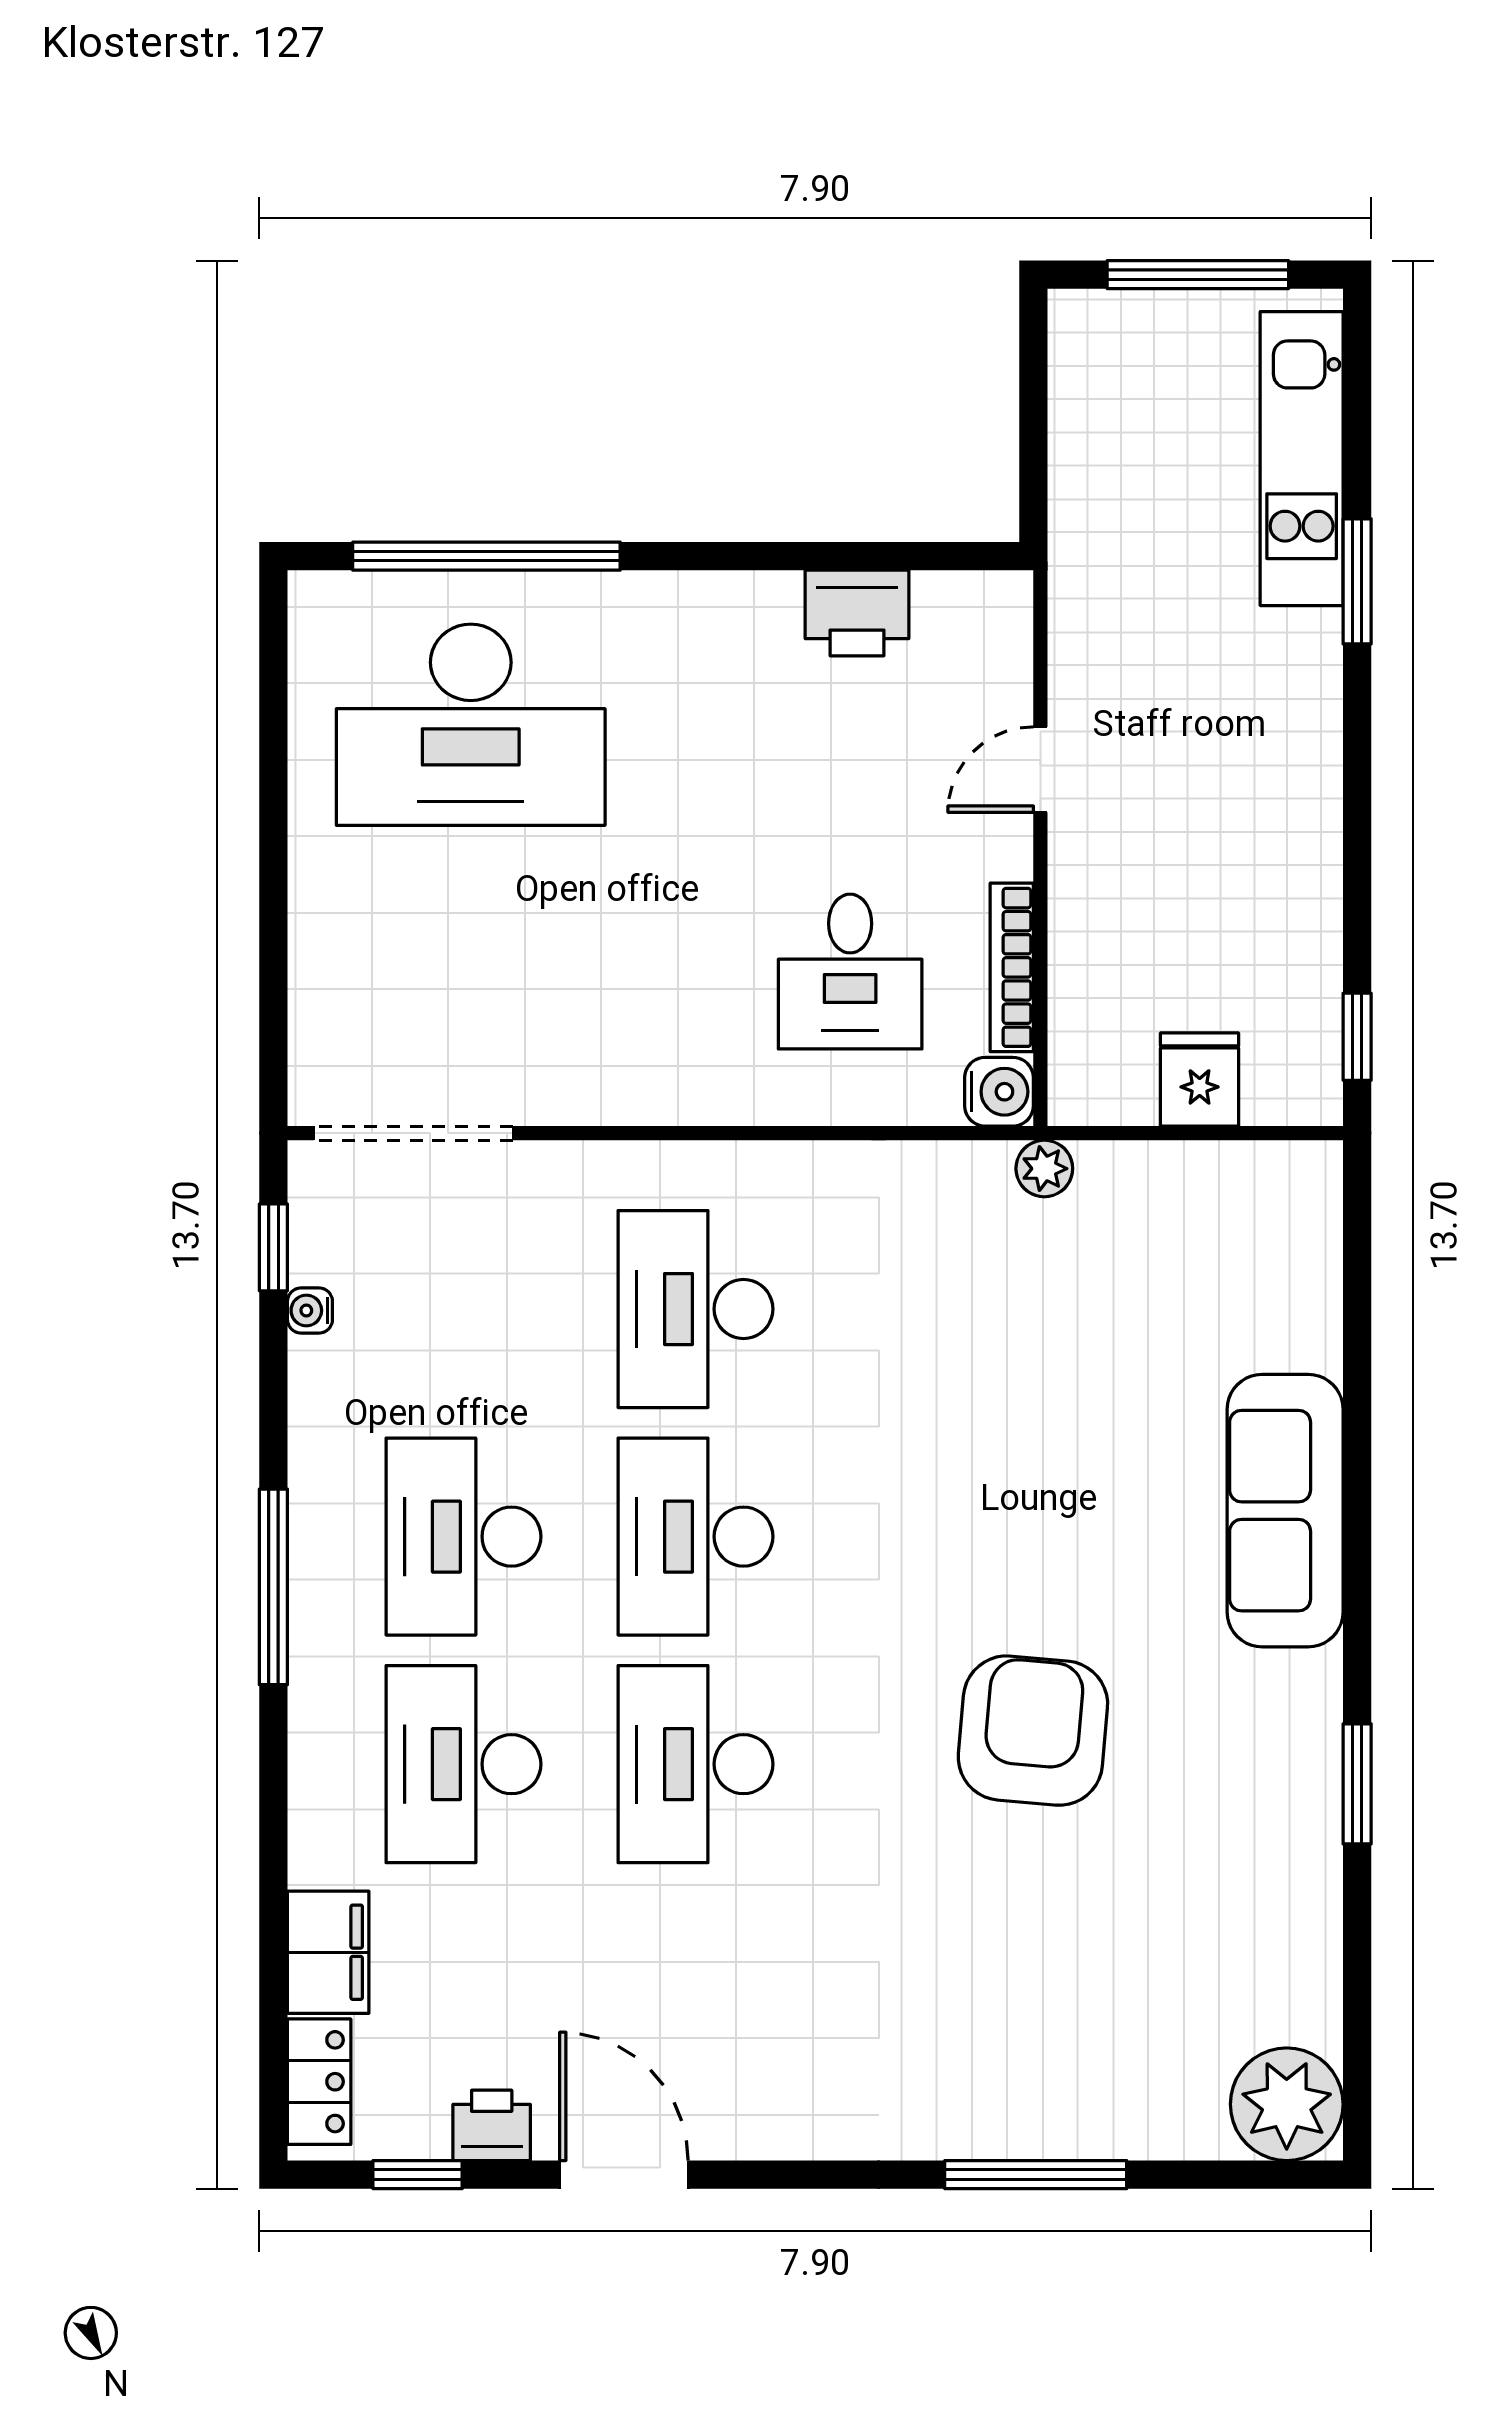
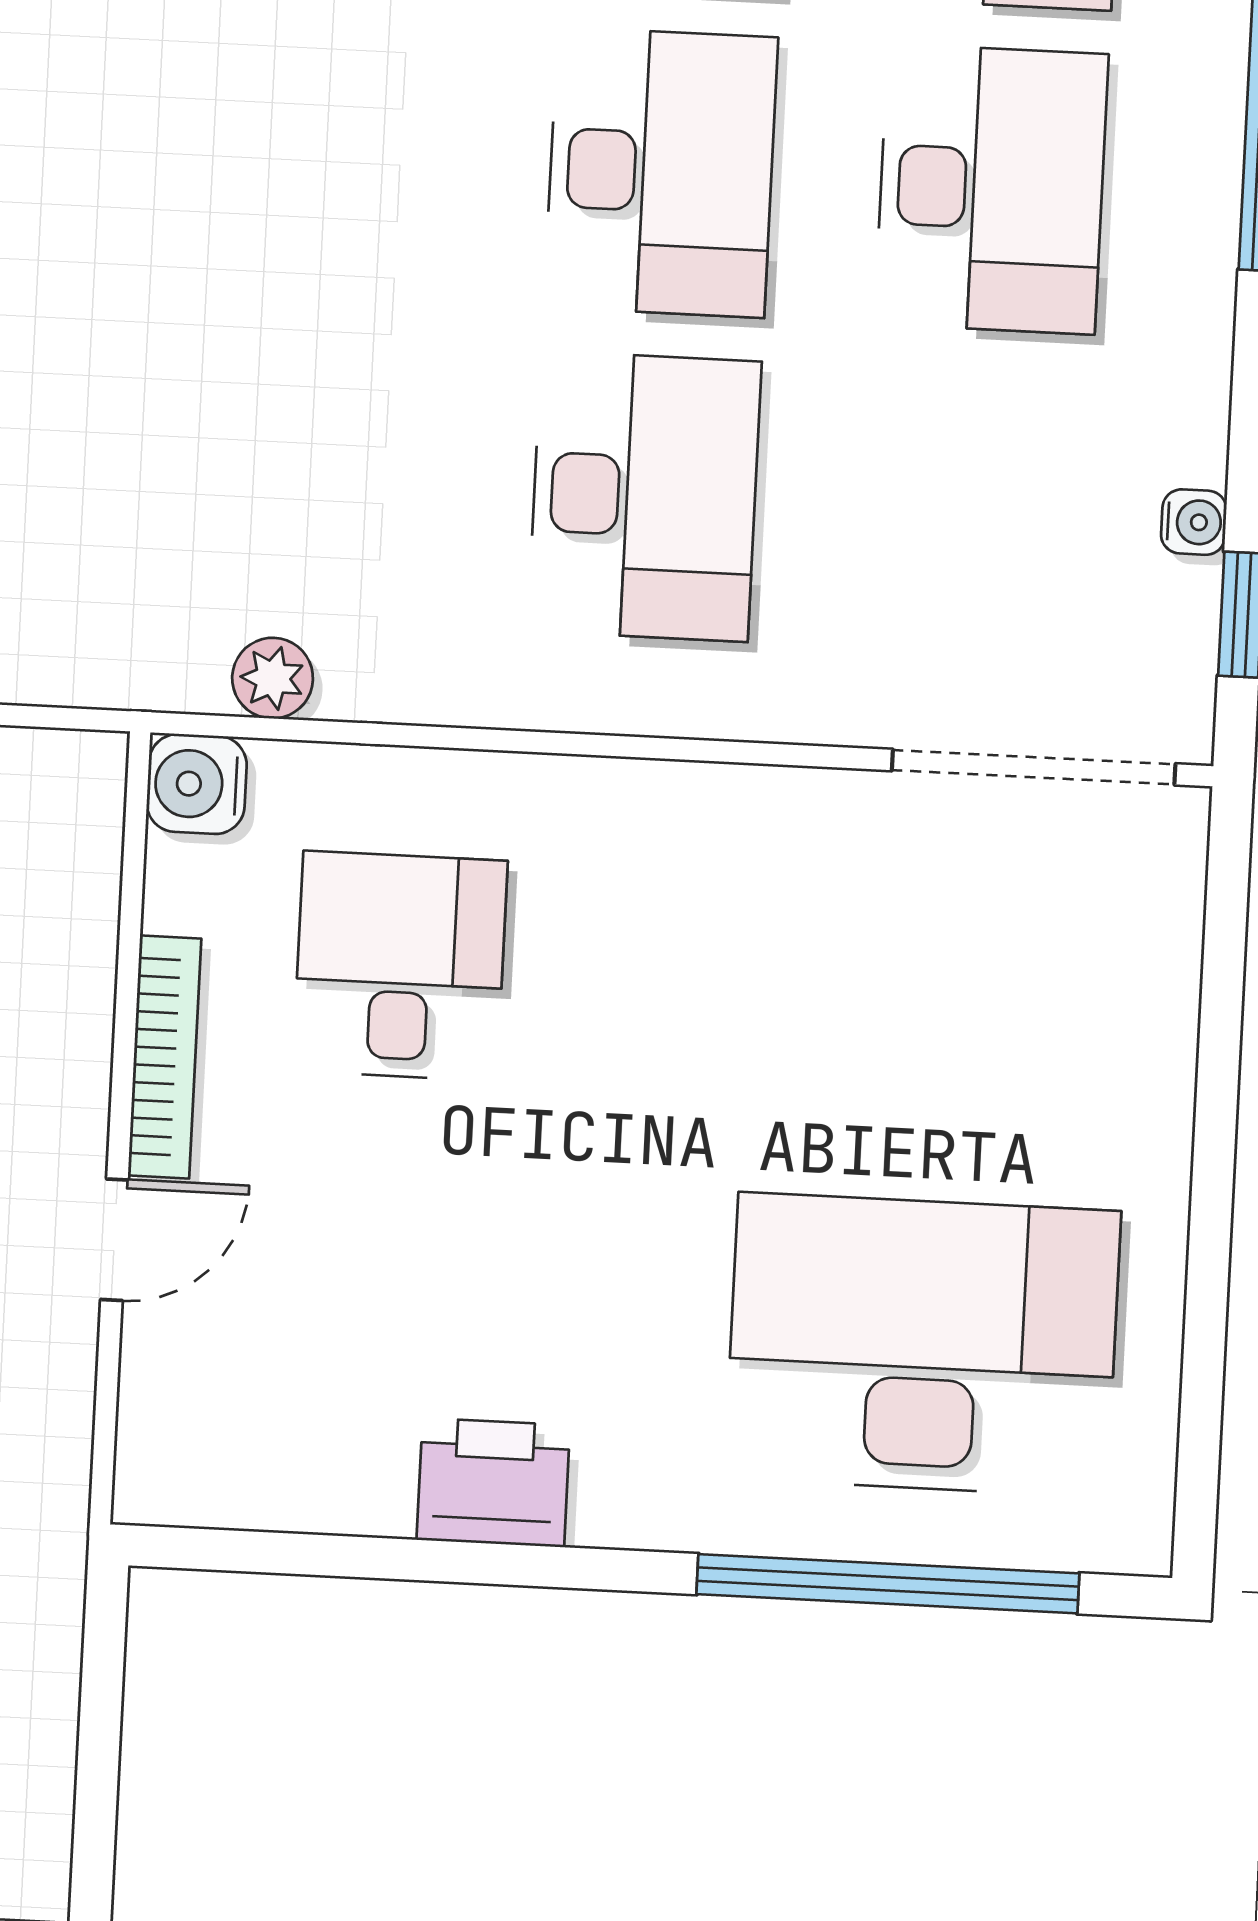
printer: (857, 613) -> (493, 1483), moved
bookcase: (1012, 967) -> (165, 1057), moved
plant: (1044, 1169) -> (273, 678), moved

